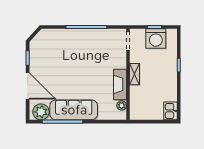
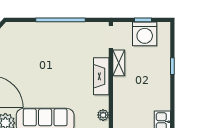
shelving: (135, 74) -> (119, 63), moved
fireplace: (120, 84) -> (101, 76), moved

